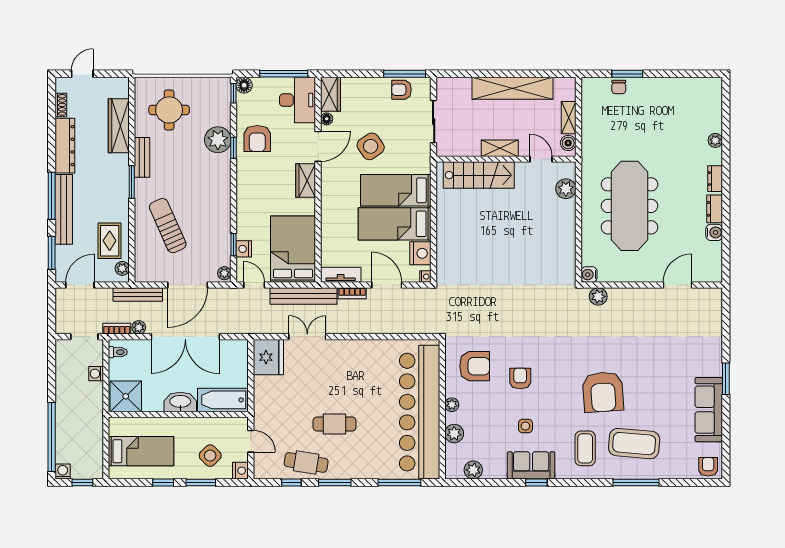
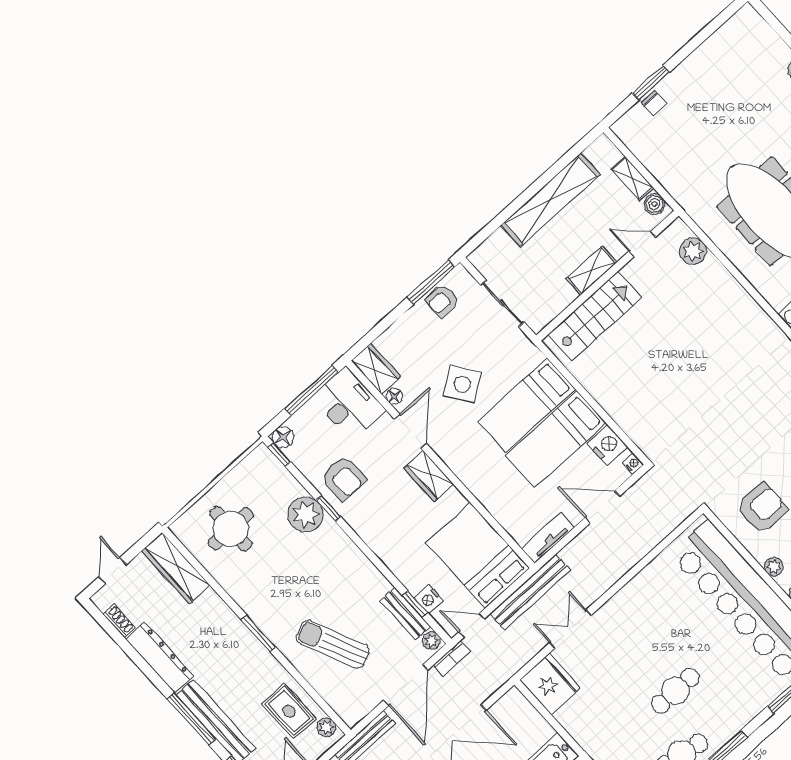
wardrobe: (119, 126) -> (176, 568), moved
bench: (142, 157) -> (405, 614), moved
bookcase: (352, 293) -> (451, 658), moved

